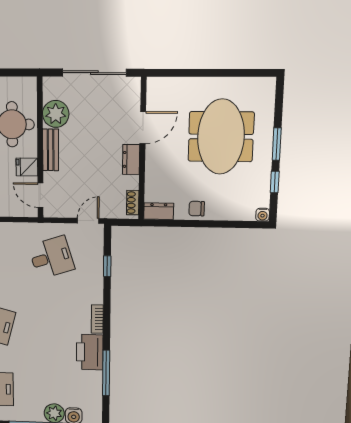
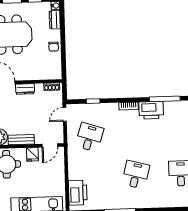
dresser: (159, 211) -> (55, 20), moved
door: (88, 221) -> (65, 114), hinge flipped
desk: (51, 258) -> (89, 137), turned 36

